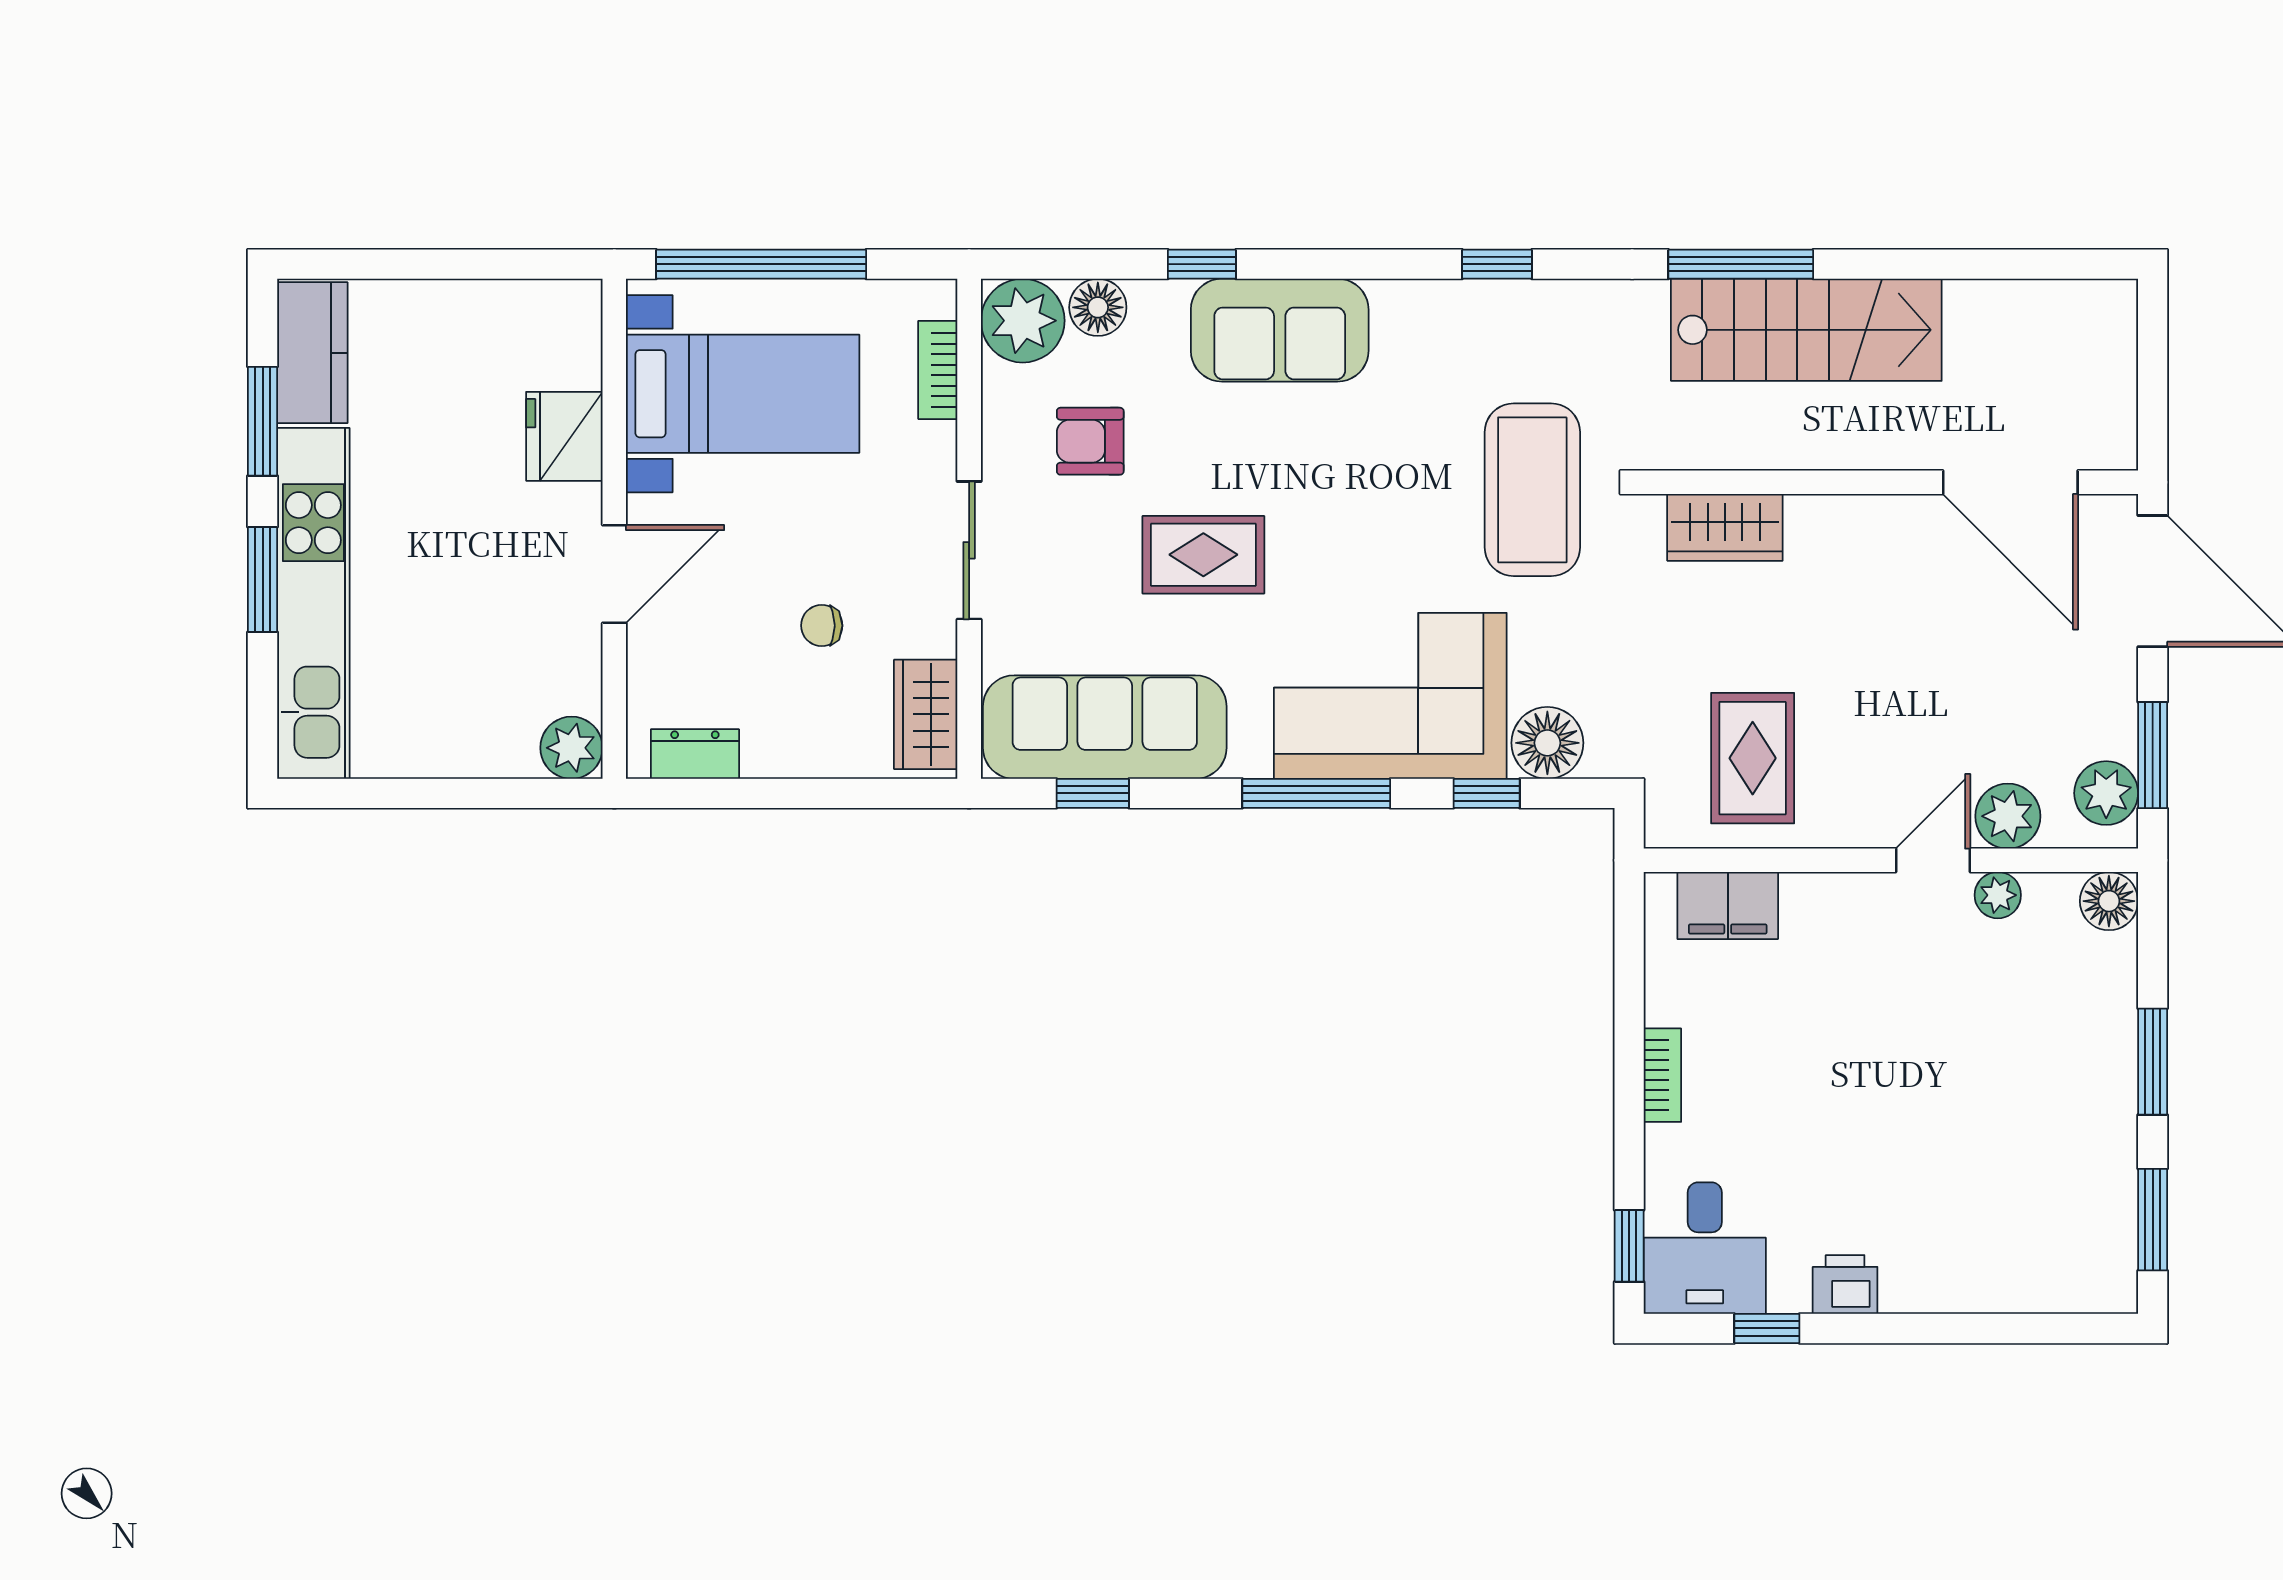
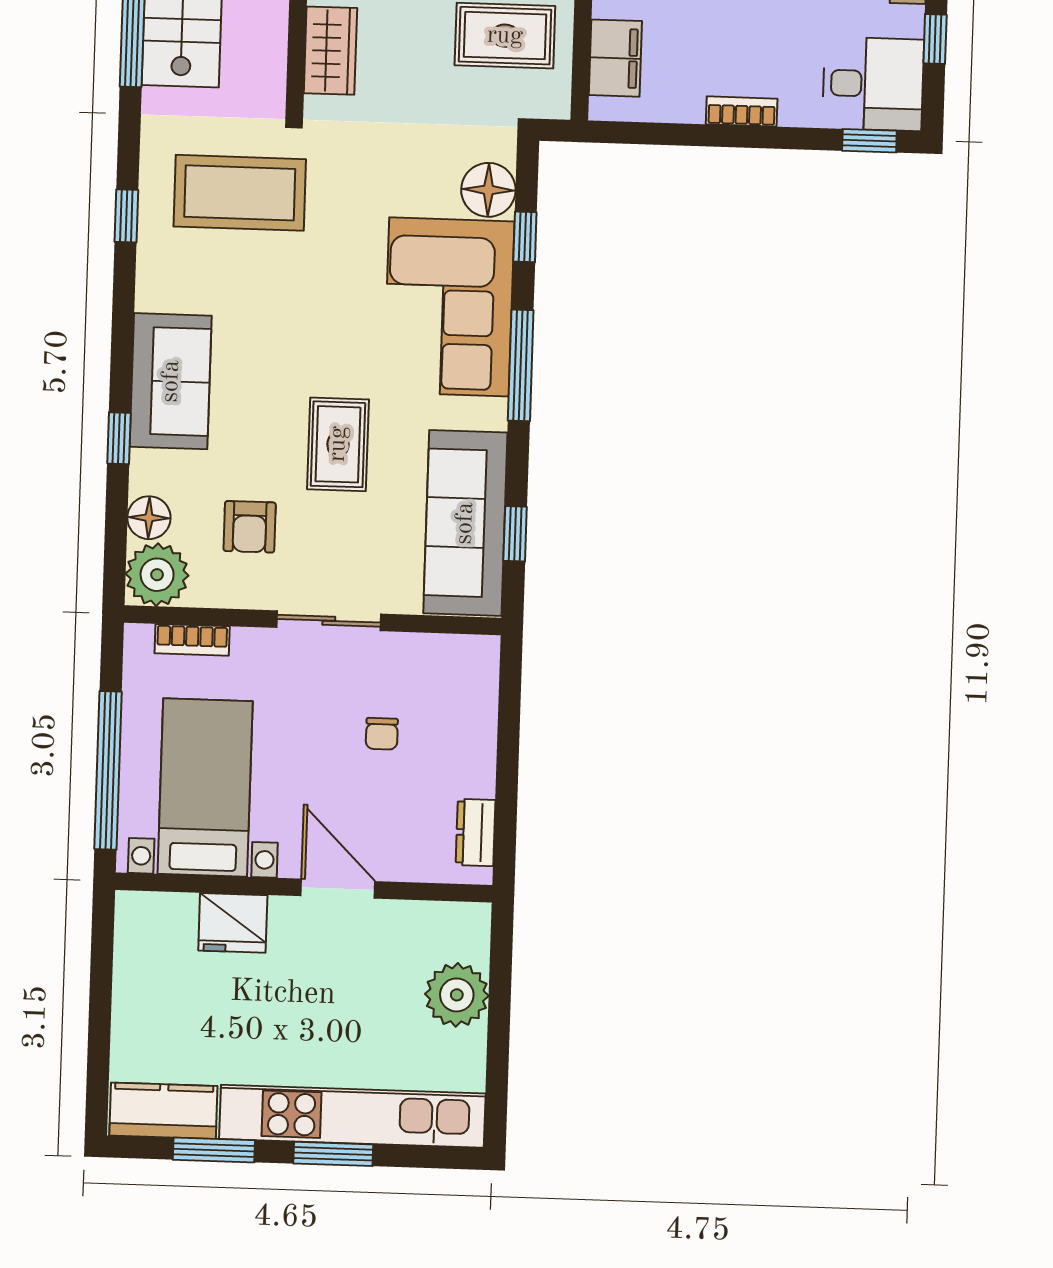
coffee table: (1532, 490) -> (240, 193), moved
wardrobe: (926, 714) -> (451, 658), removed
plant: (571, 748) -> (457, 995), moved, width x1.36, depth x1.36

